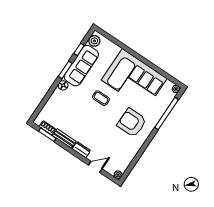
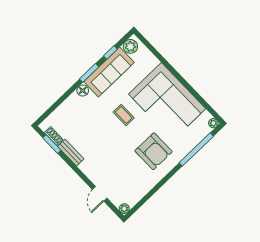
armchair: (132, 123) -> (154, 151), turned 180
dresser: (81, 150) -> (88, 170), removed
door: (95, 167) -> (100, 194), swing flipped

